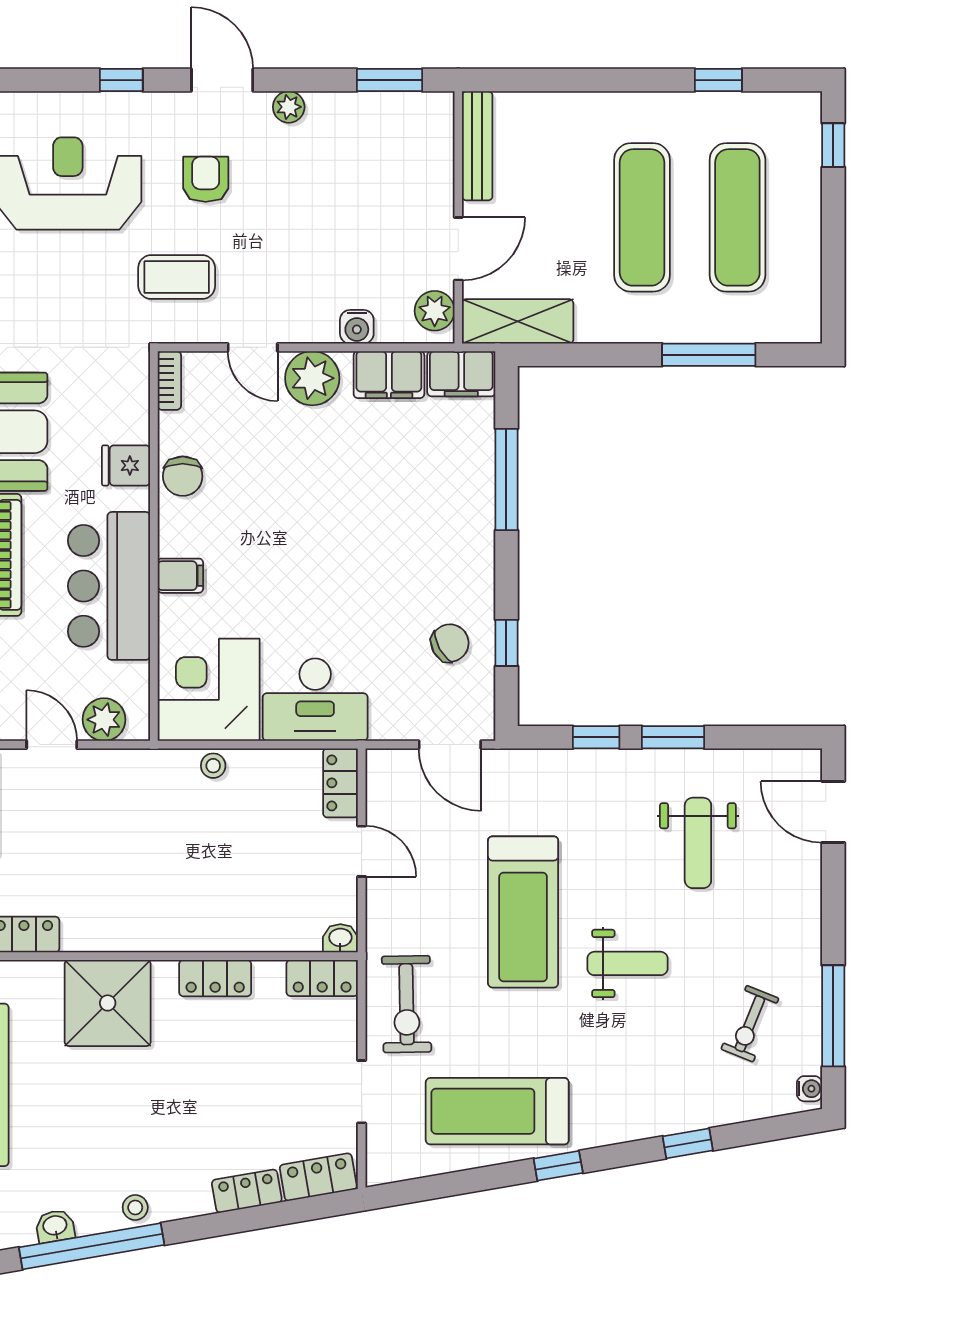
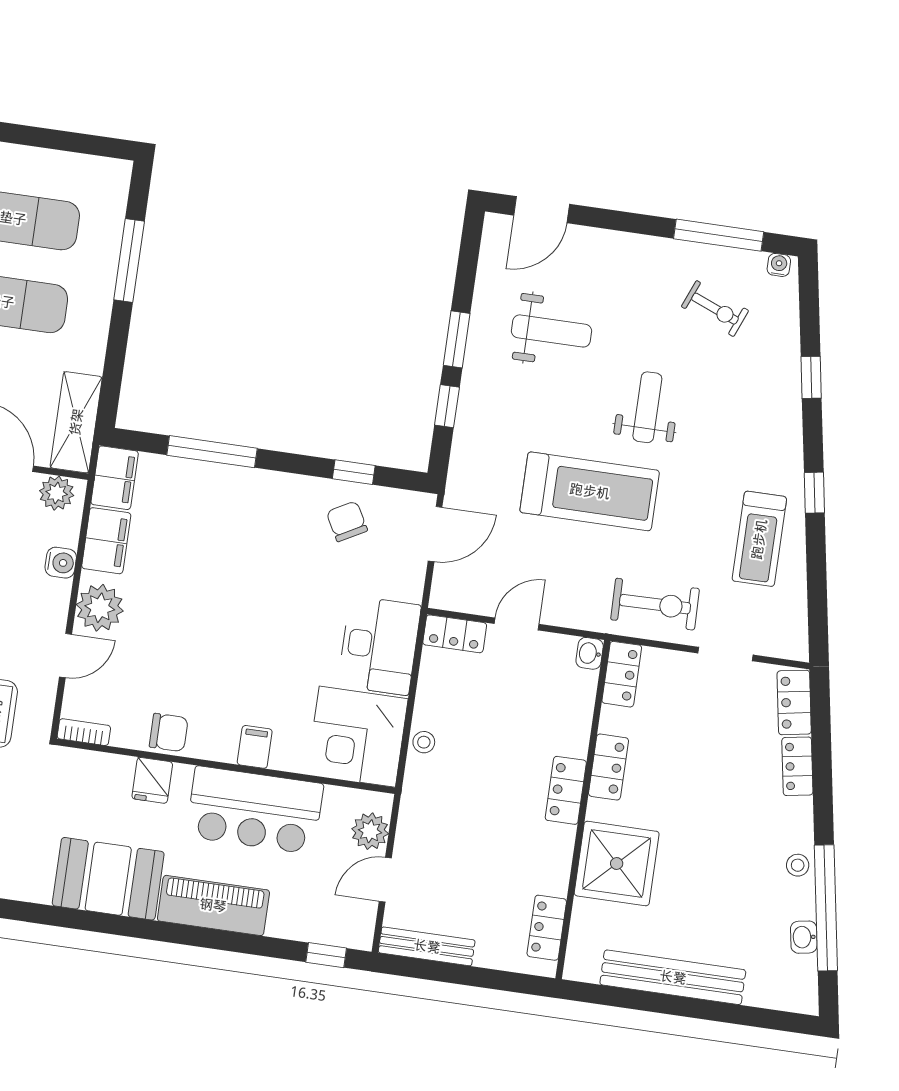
locker: (182, 934) -> (566, 790), added
treadmill: (497, 1111) -> (759, 539), width x0.73, depth x0.73

